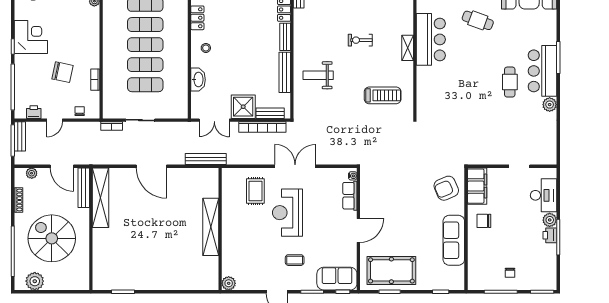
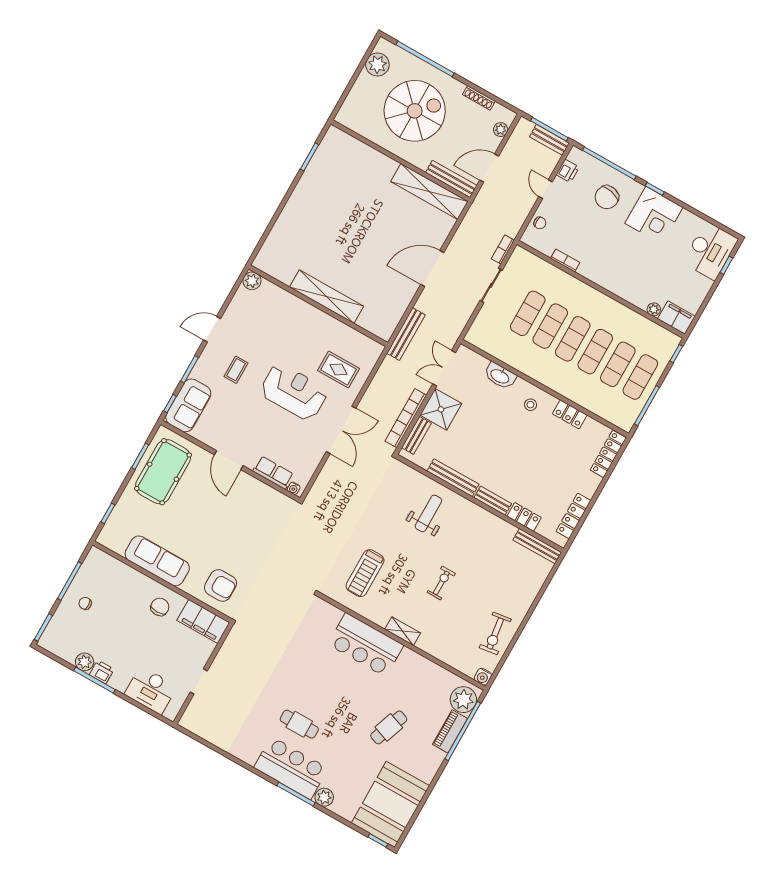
bar counter: (431, 39) -> (366, 645), moved
chair: (62, 72) -> (607, 197), moved
plant: (550, 105) -> (324, 797), moved
armchair: (446, 188) -> (221, 585), turned 113
plant: (550, 220) -> (85, 662), moved

